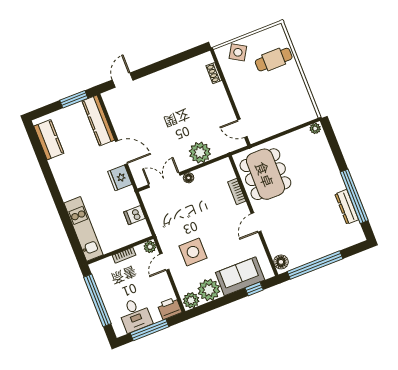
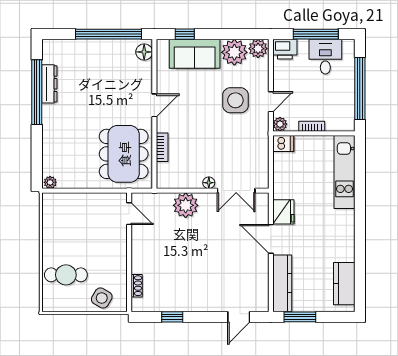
window: (176, 59) -> (172, 317), added
dishwasher: (134, 215) -> (283, 143), moved

